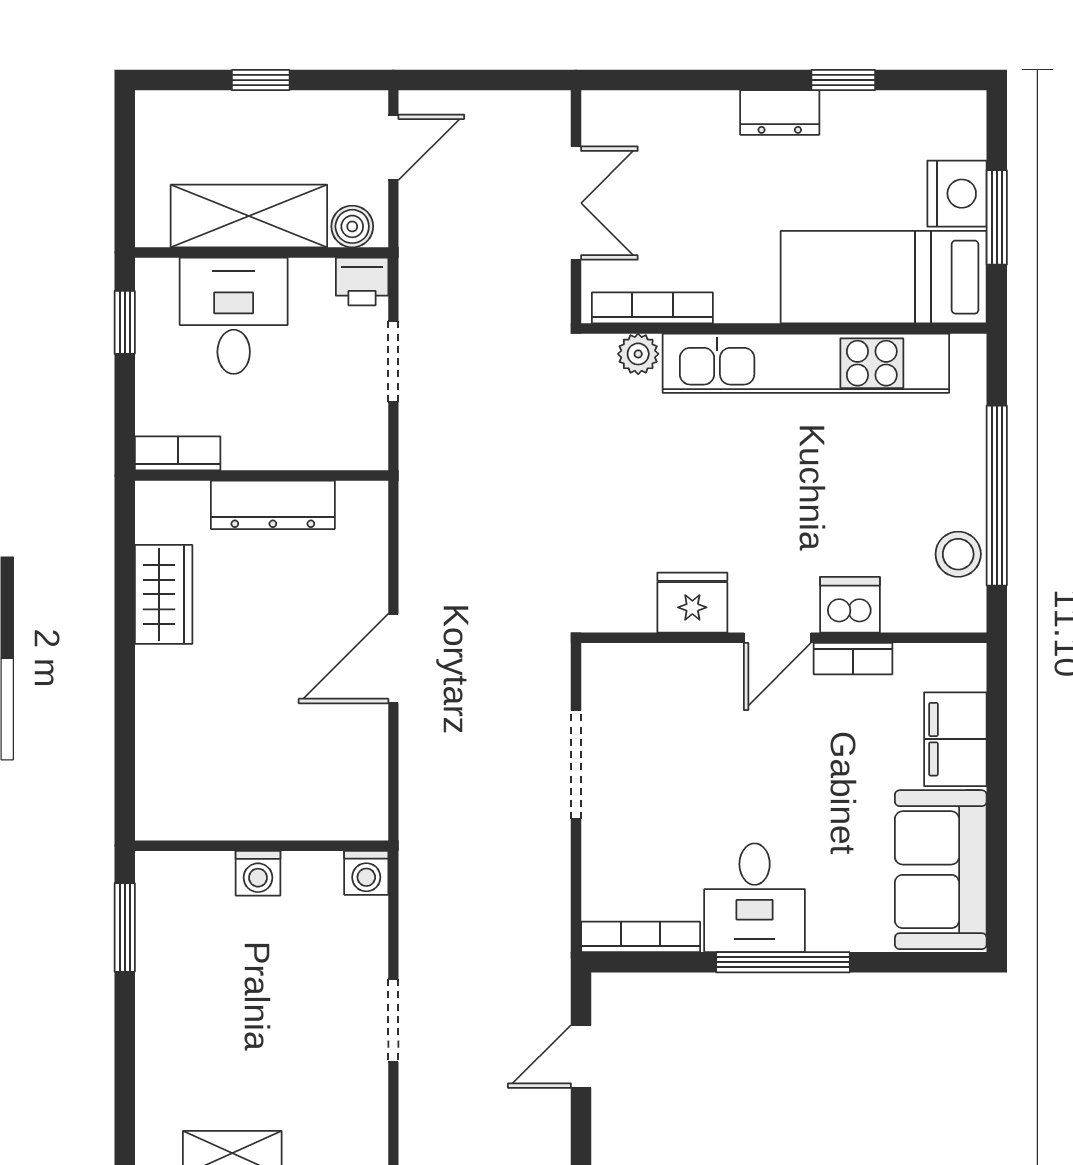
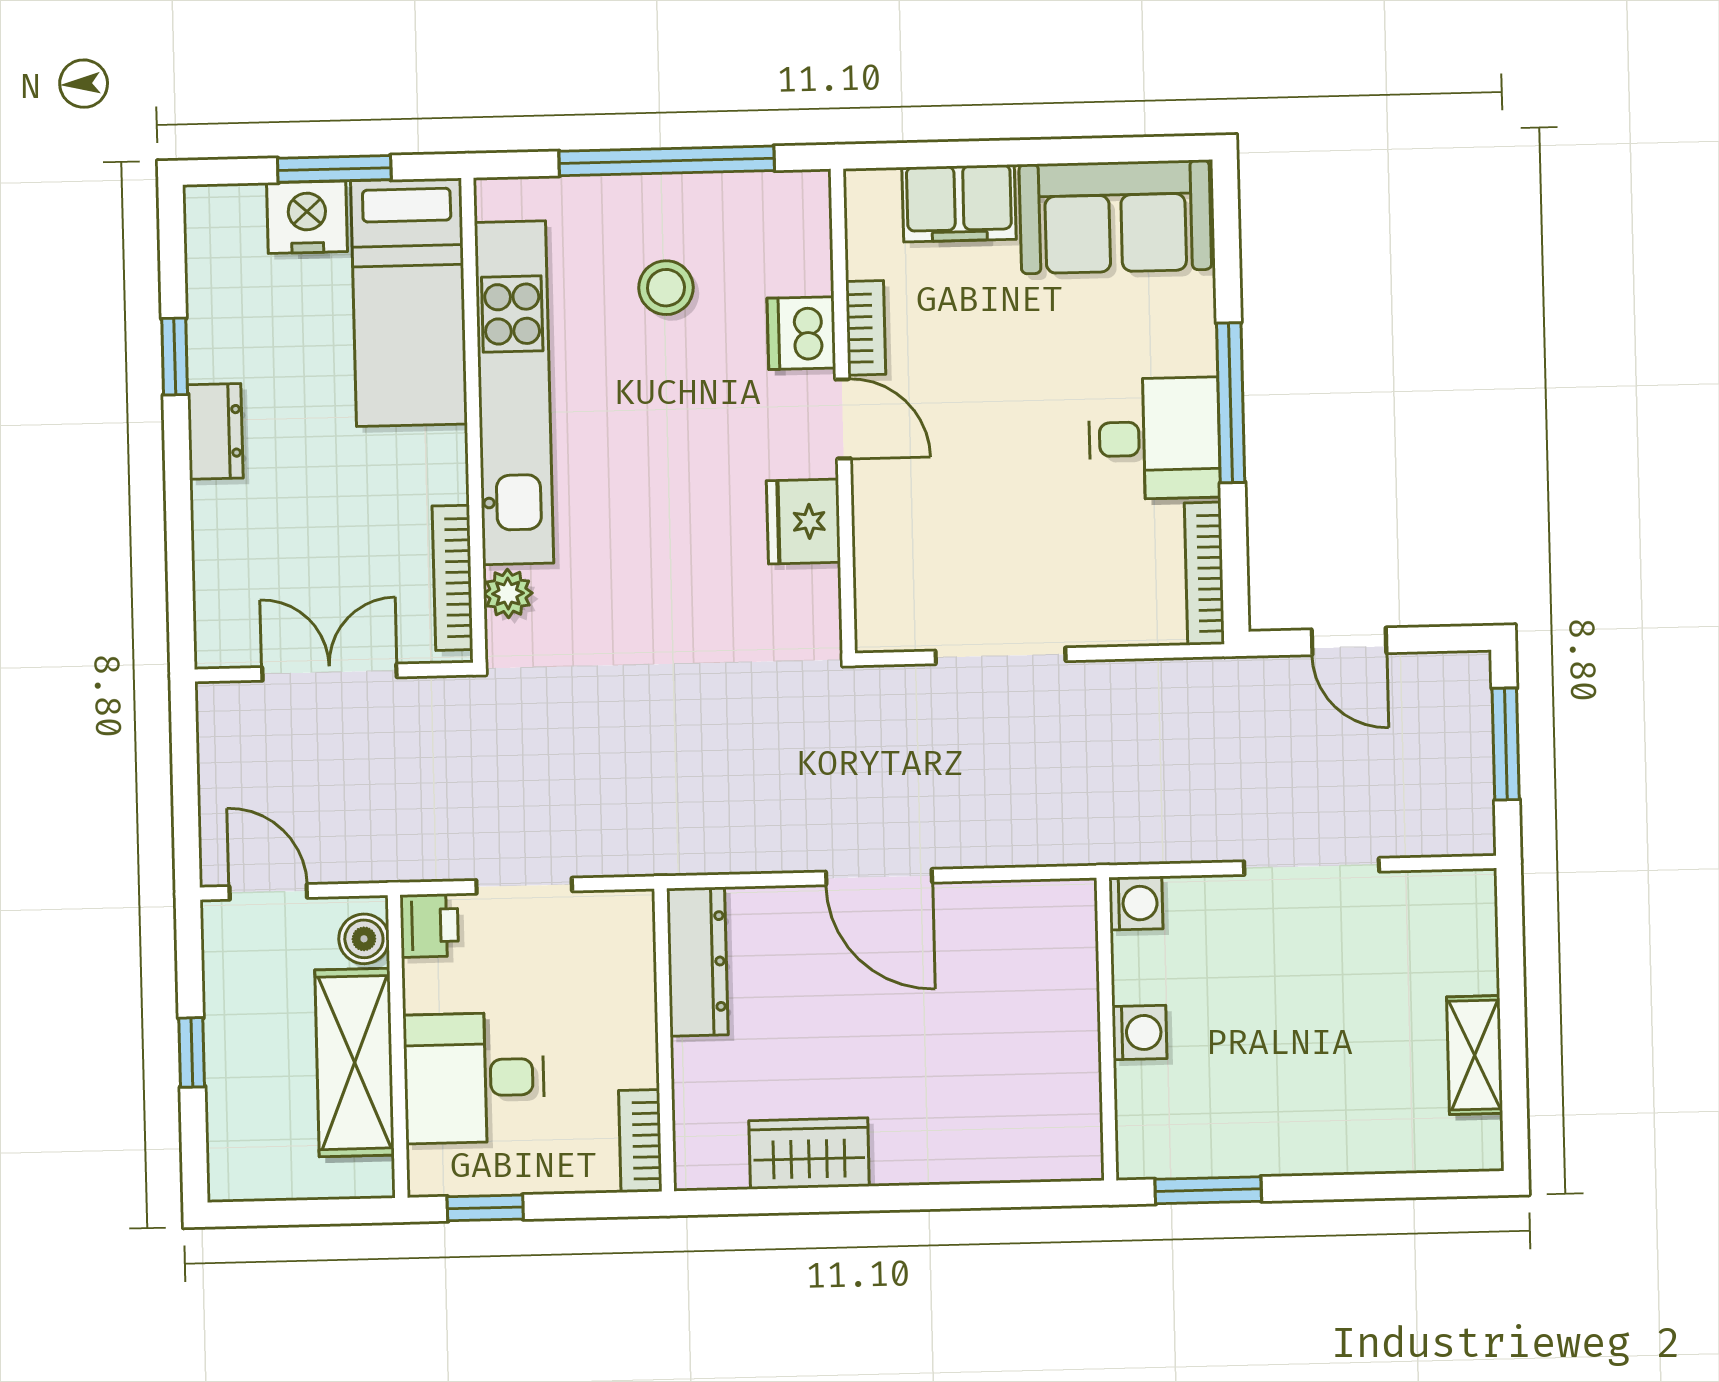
dresser: (273, 505) -> (697, 962), moved
stool: (958, 554) -> (666, 288), moved
doorway: (393, 1021) -> (1312, 866), width x1.38

